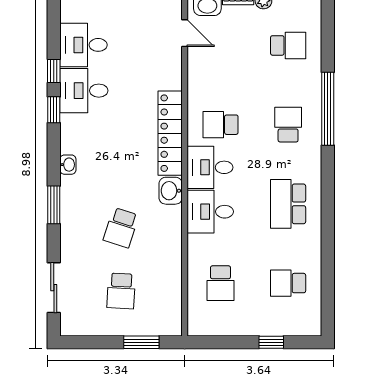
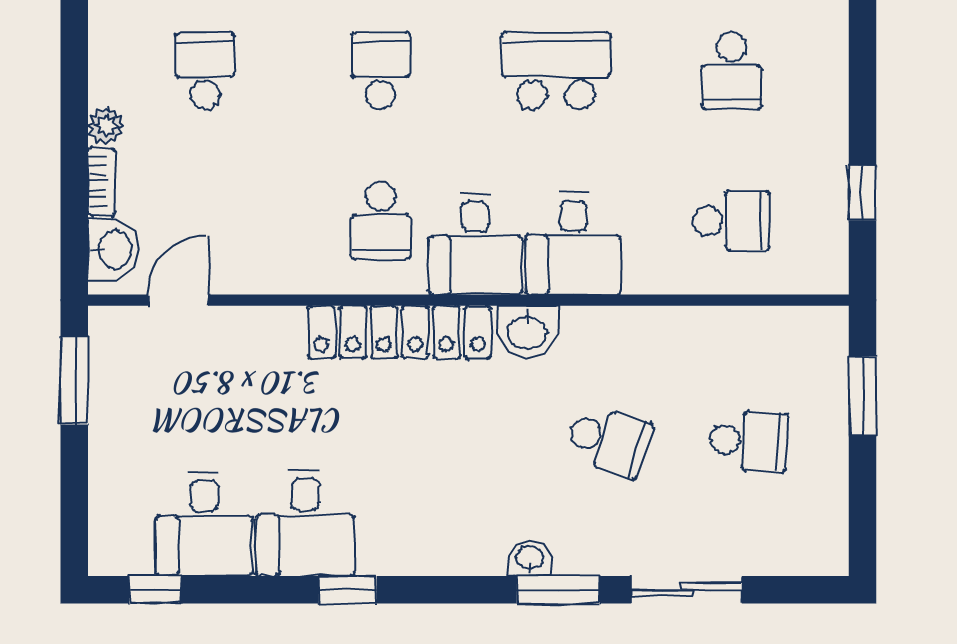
window: (54, 71) -> (155, 590), moved
school desk: (288, 125) -> (381, 71), turned 90
washbasin: (68, 165) -> (530, 559), moved
school desk: (288, 204) -> (556, 71), turned 180
sliding door: (54, 288) -> (686, 590), moved
window: (271, 342) -> (863, 193), moved

